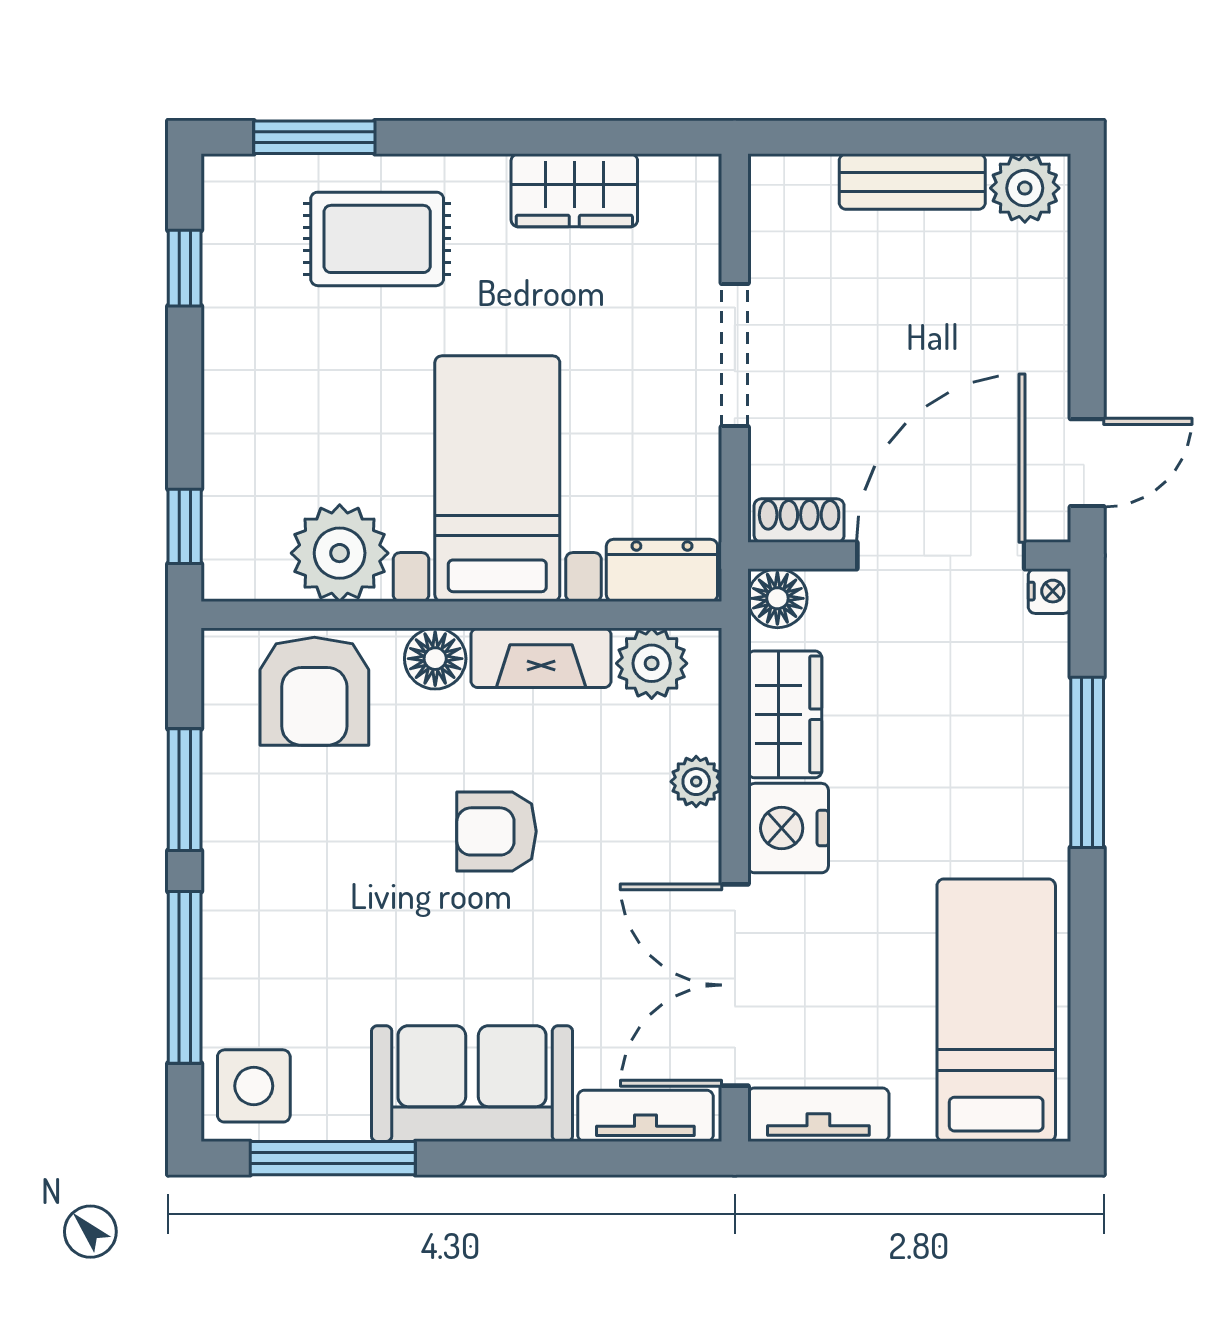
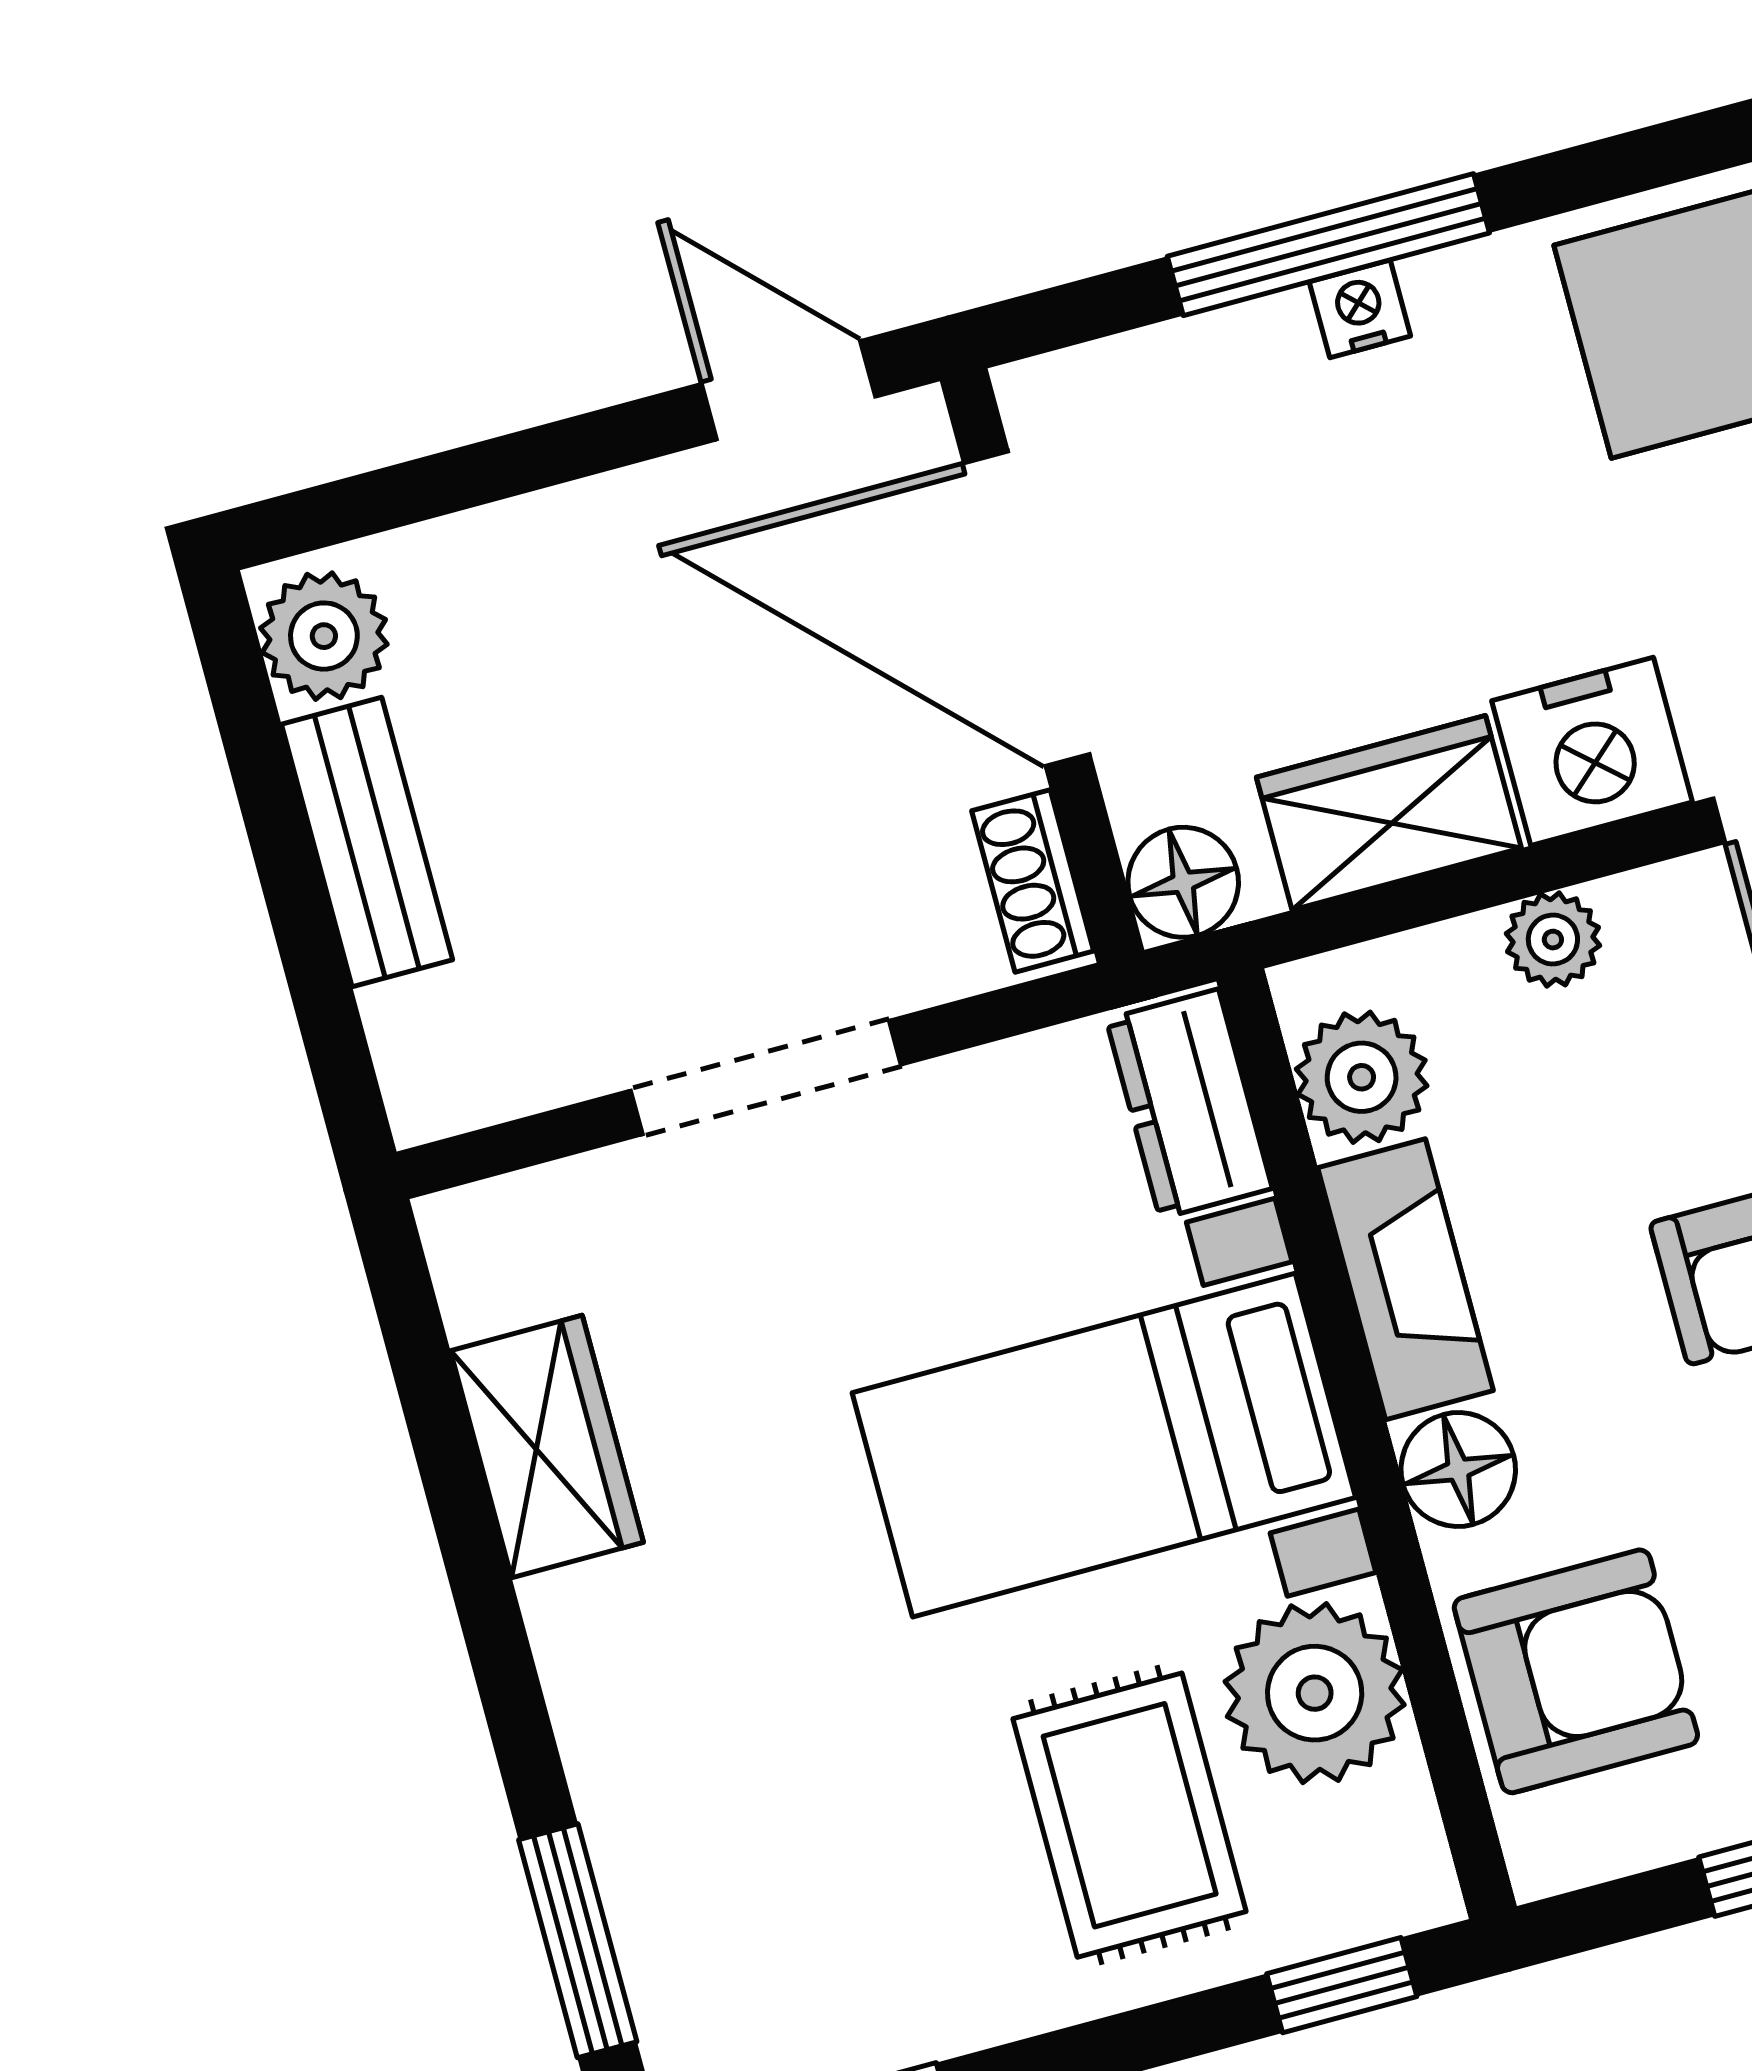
rug: (377, 239) -> (1130, 1815), moved
nightstand: (1049, 591) -> (1360, 309), moved

